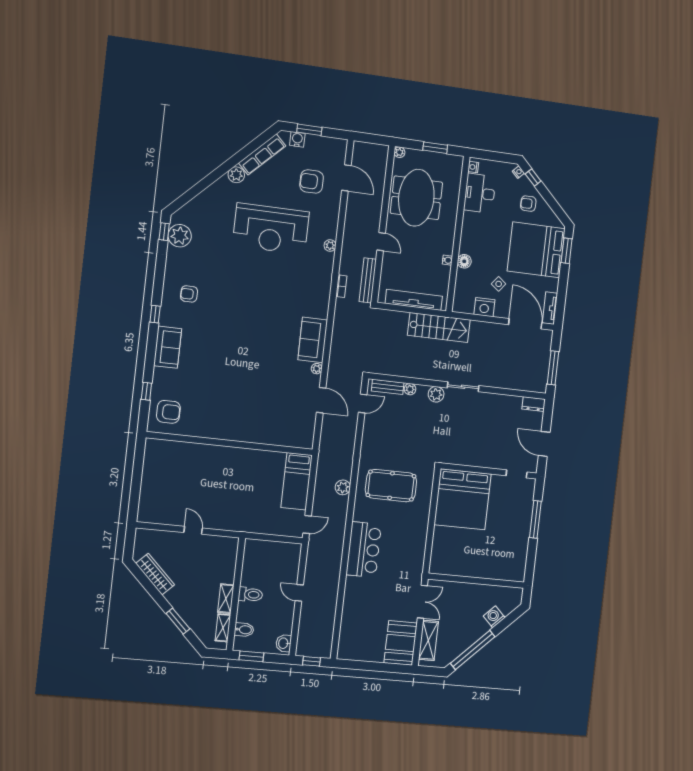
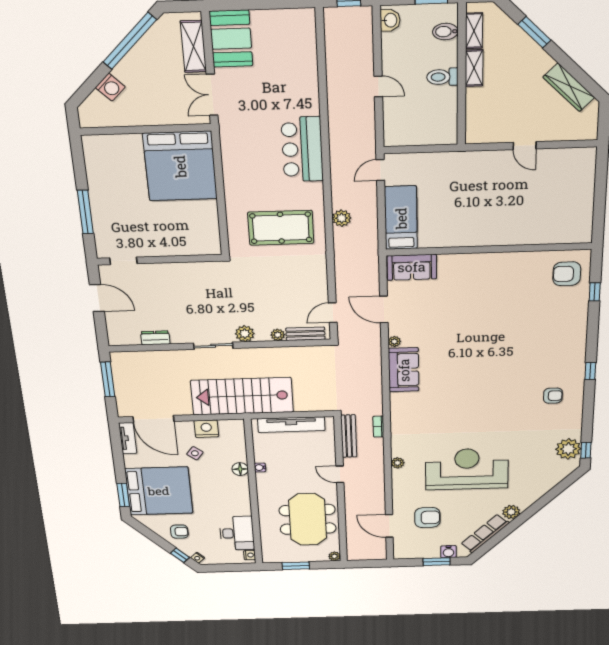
stairs: (439, 328) -> (242, 396), width x1.36, depth x1.51
sofa: (168, 347) -> (412, 267), moved, turned -90
dresser: (534, 404) -> (155, 338), moved
bed: (463, 499) -> (180, 166), moved, turned 180

